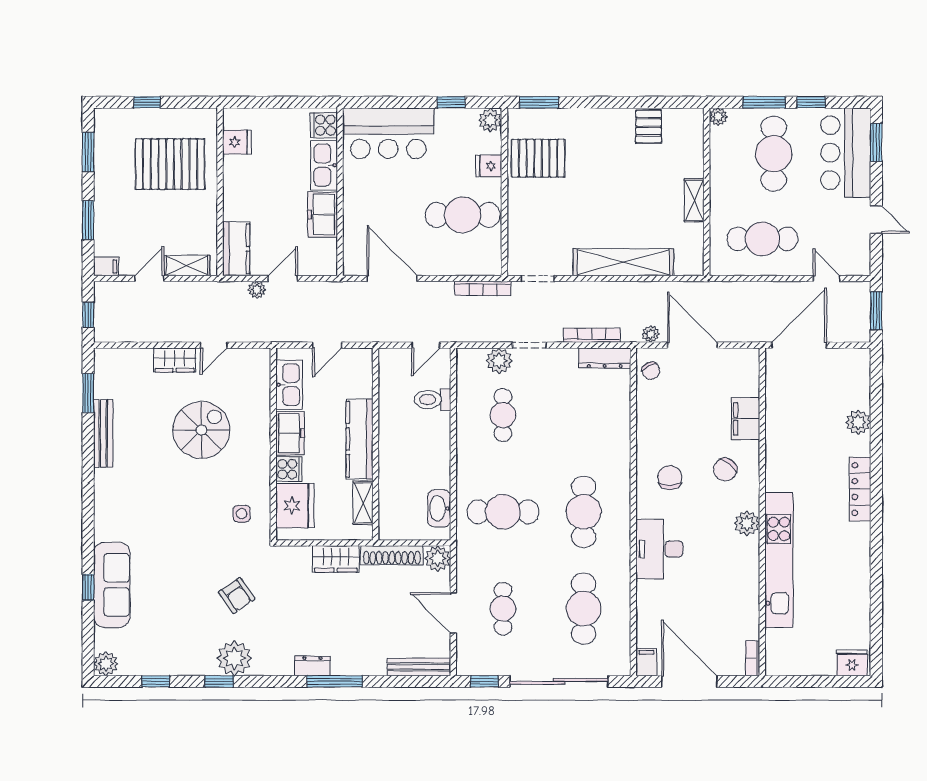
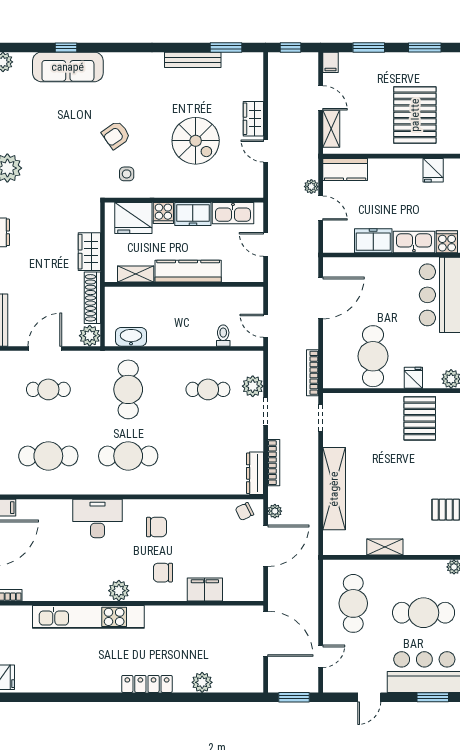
toilet: (433, 400) -> (223, 336), width x0.73, depth x0.72
chair: (725, 470) -> (163, 573), turned -38
armchair: (237, 596) -> (116, 135), moved

